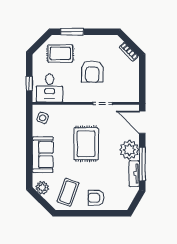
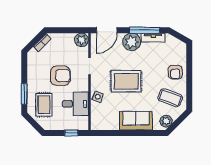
desk: (50, 88) -> (75, 104), moved
plant: (132, 95) -> (81, 40), added
side table: (43, 118) -> (98, 97), moved

